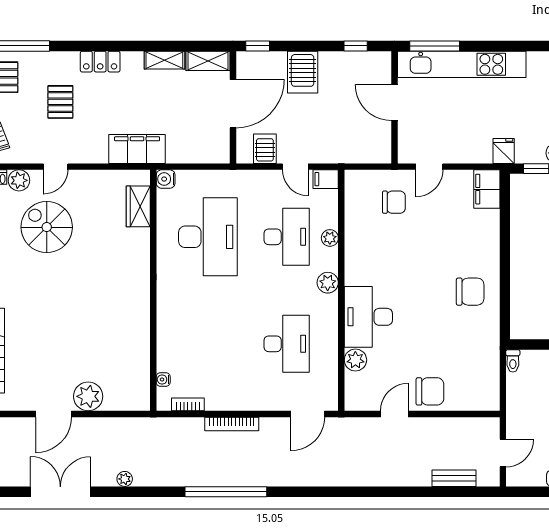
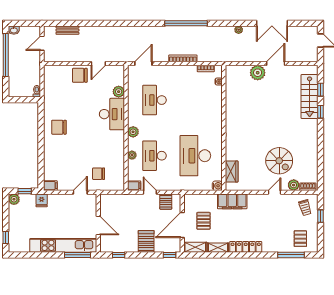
locker: (100, 62) -> (246, 247), width x1.53
pallet: (60, 102) -> (203, 221), moved
filing cabinet: (487, 189) -> (50, 186), width x0.50

